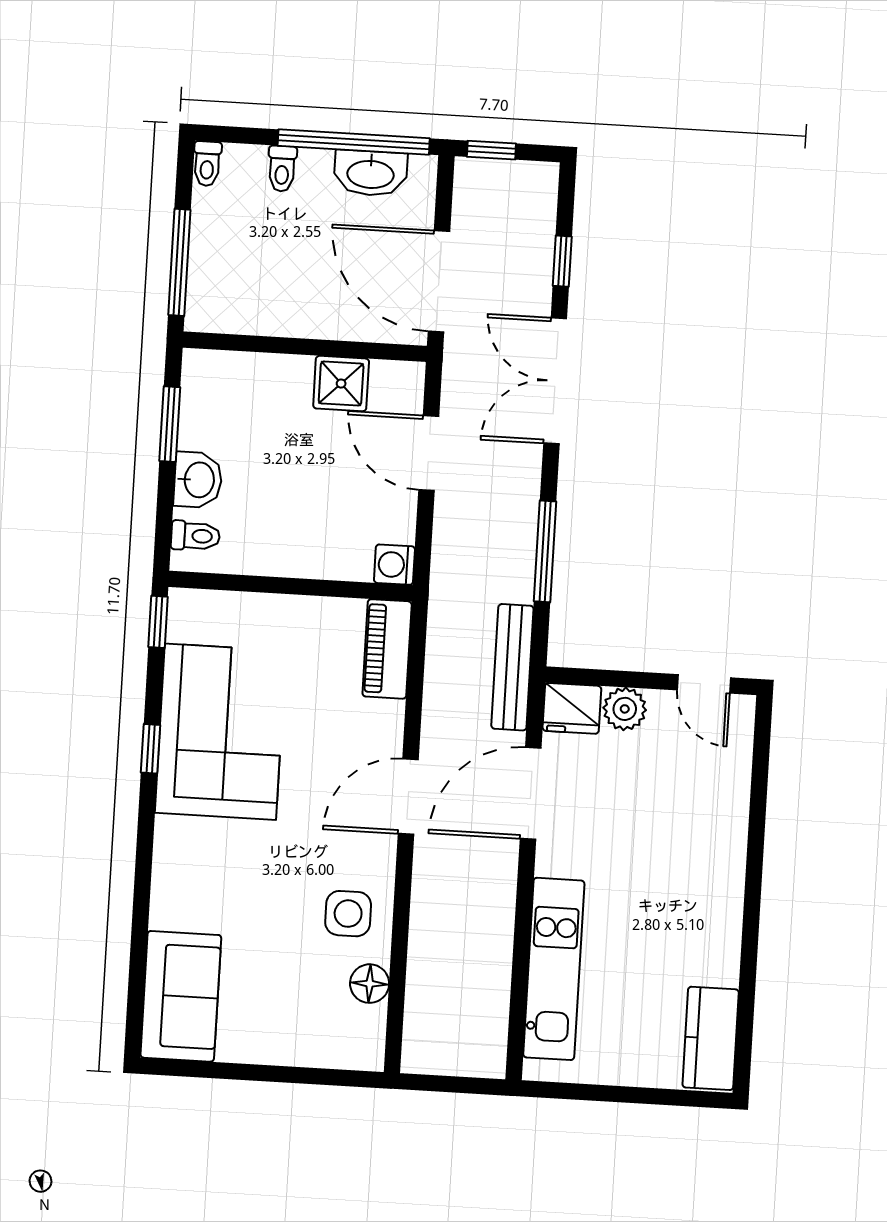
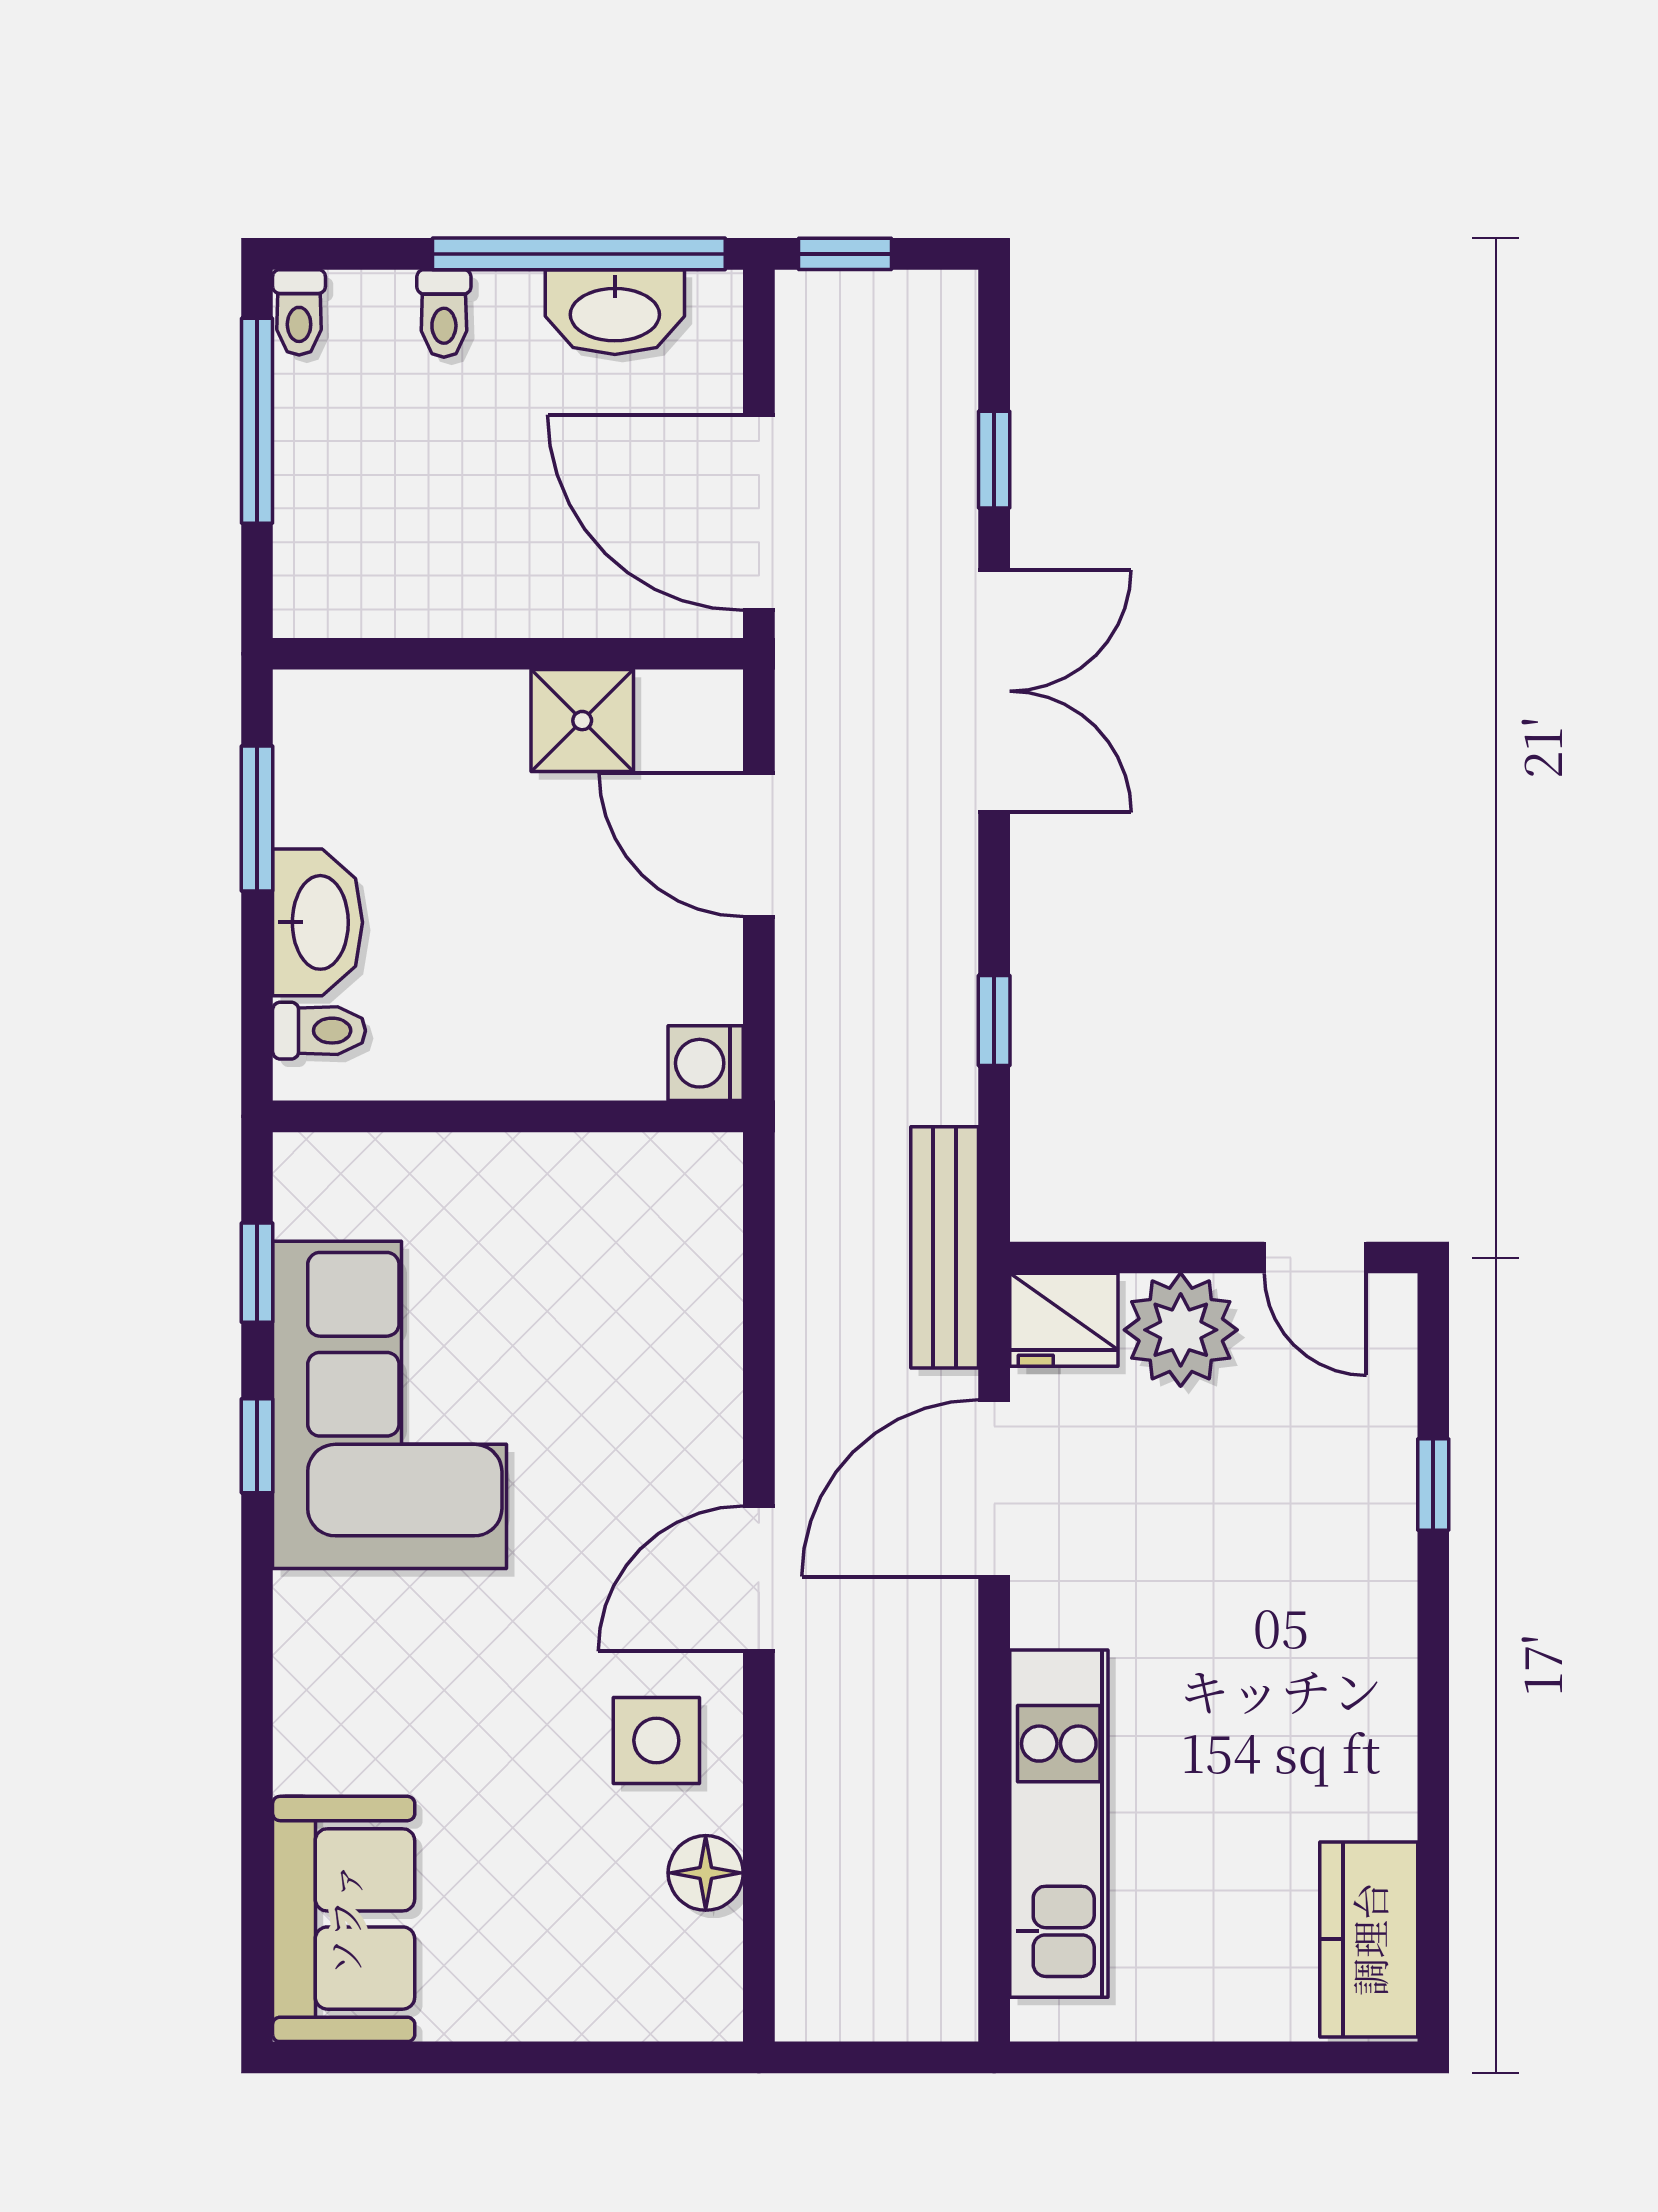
window: (179, 262) -> (257, 421), moved
double door: (555, 381) -> (994, 691), swing flipped
washbasin: (198, 480) -> (318, 922), width x1.38
window: (545, 551) -> (994, 1020), width x0.46
window: (158, 622) -> (257, 1273), moved
piano: (387, 649) -> (701, 1226), removed
plant: (625, 709) -> (1181, 1330), width x1.36, depth x1.36
door: (408, 797) -> (759, 1579), moved
window: (758, 805) -> (1433, 1484), added

